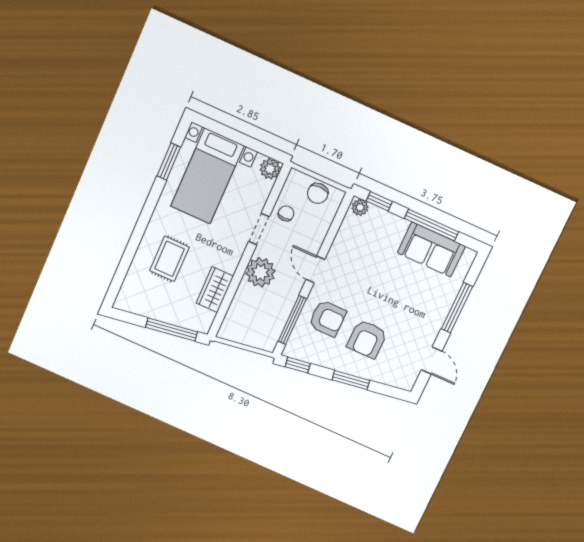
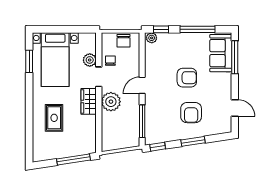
plant: (270, 169) -> (90, 60), moved
sofa: (431, 250) -> (221, 53), moved, turned 90
door: (315, 269) -> (142, 85), hinge flipped
wardrobe: (215, 290) -> (89, 101), moved
window: (457, 308) -> (235, 57), moved
armchair: (327, 318) -> (187, 78), moved

